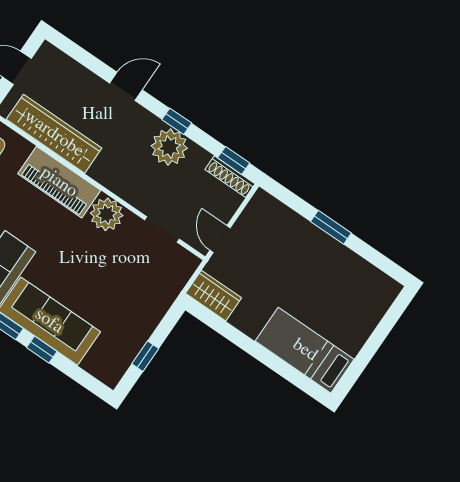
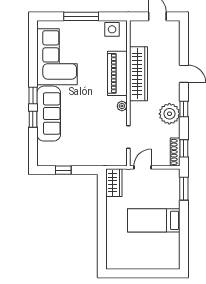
wardrobe: (54, 134) -> (138, 74), moved
plant: (107, 214) -> (122, 106), width x0.53, depth x0.53
window: (331, 227) -> (184, 189), moved
bed: (305, 350) -> (154, 220), moved, turned -90

